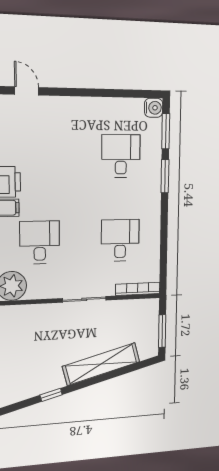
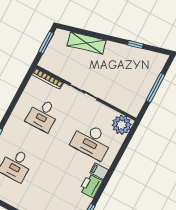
desk: (40, 242) -> (92, 141), width x1.37
shelving: (101, 364) -> (87, 43), width x0.68

